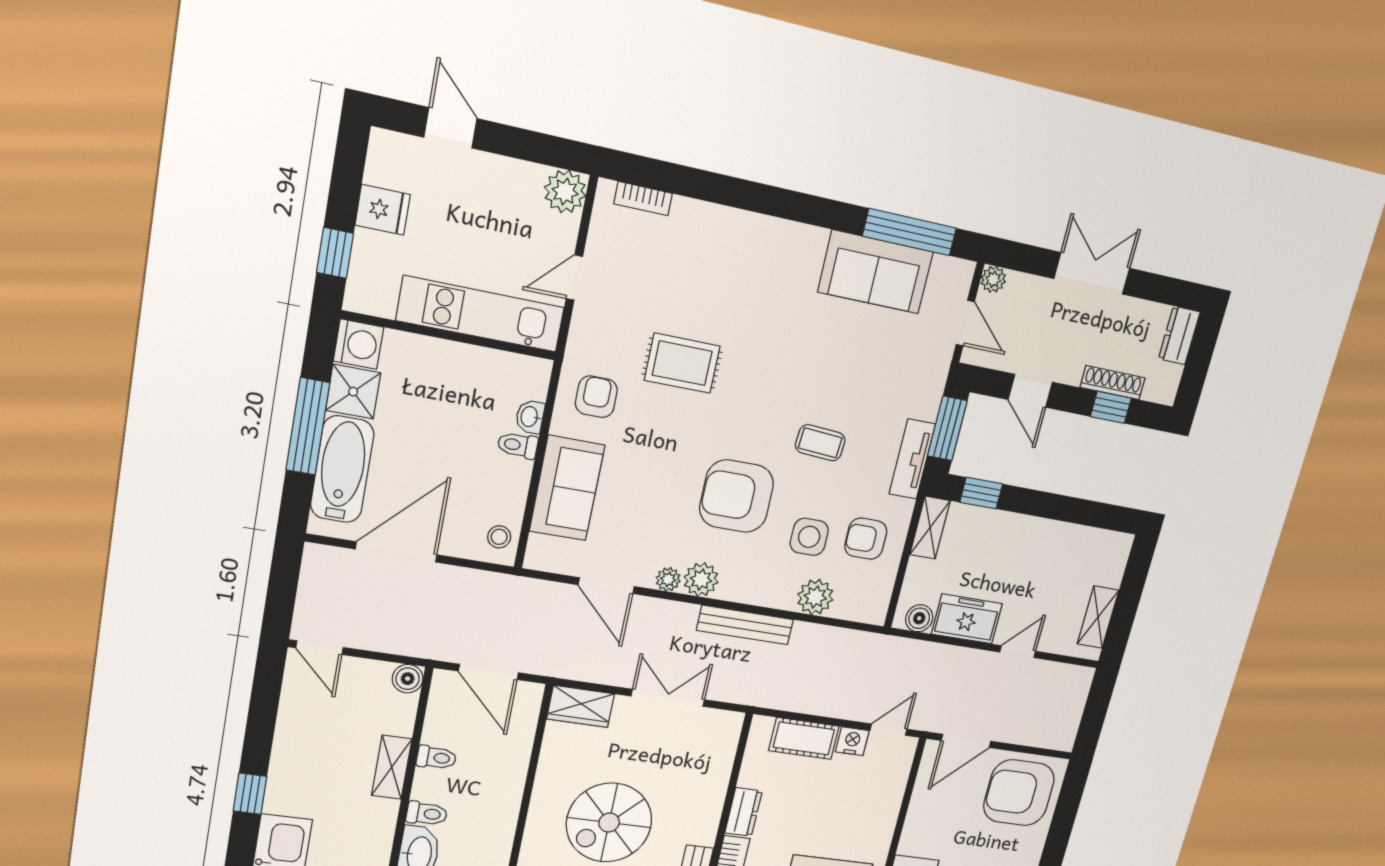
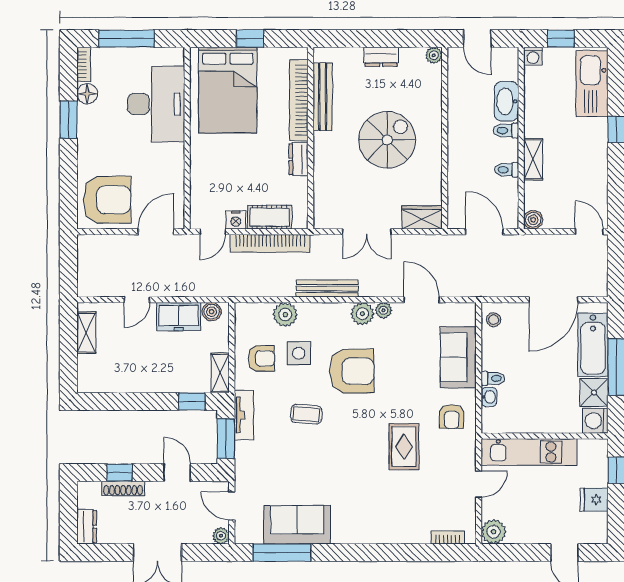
rug: (682, 363) -> (404, 447), turned 90
bookcase: (812, 702) -> (270, 243), added

